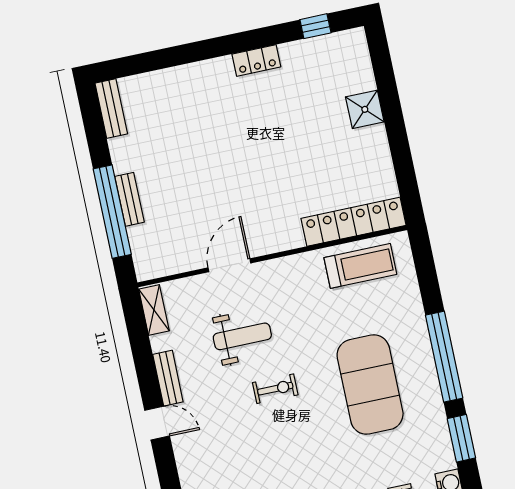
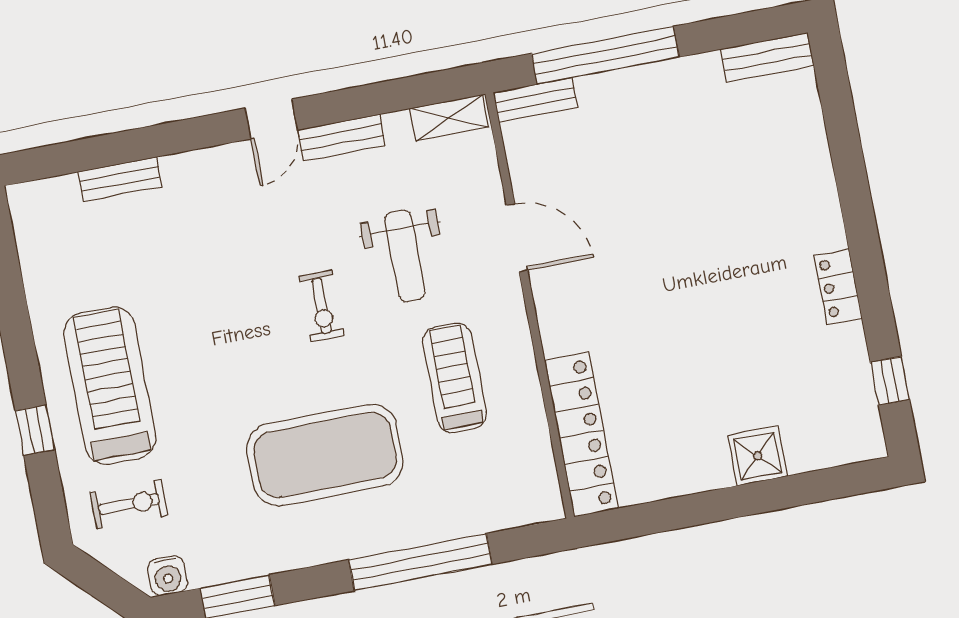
bench: (130, 199) -> (535, 100), moved
treadmill: (360, 266) -> (454, 378), moved, turned 180
window: (444, 357) -> (420, 562), moved

